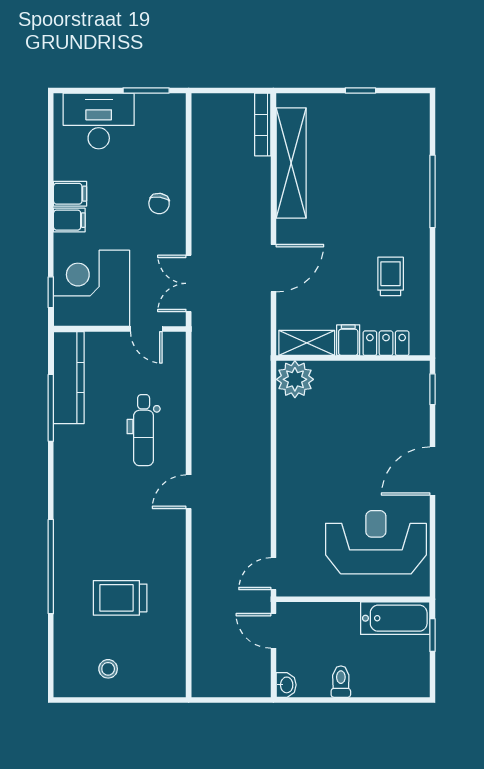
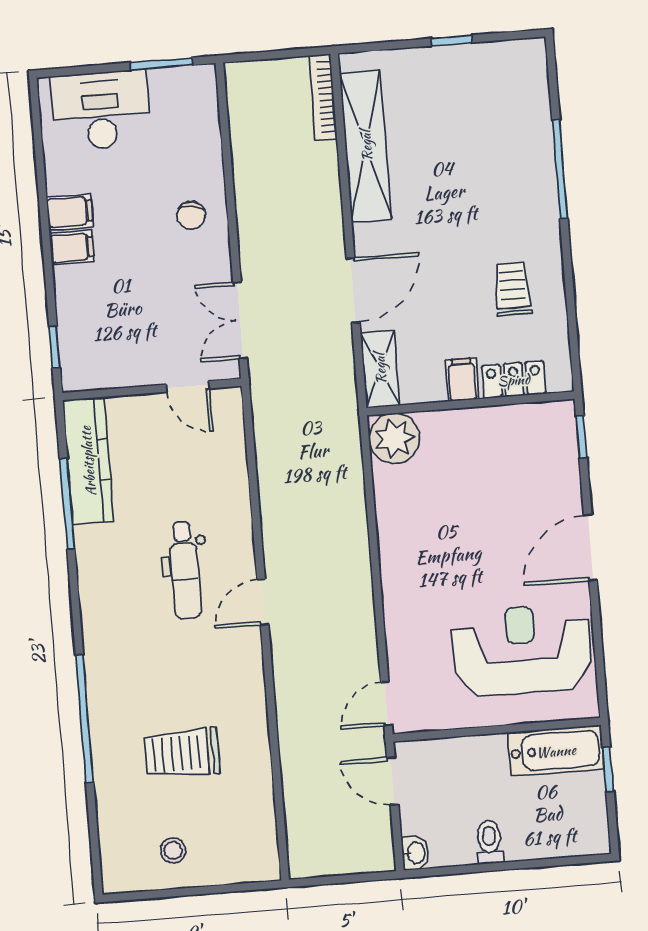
corner desk: (92, 288) -> (109, 337), removed
shelving: (307, 343) -> (380, 369), moved, turned 90
dental chair: (144, 430) -> (185, 570), moved

